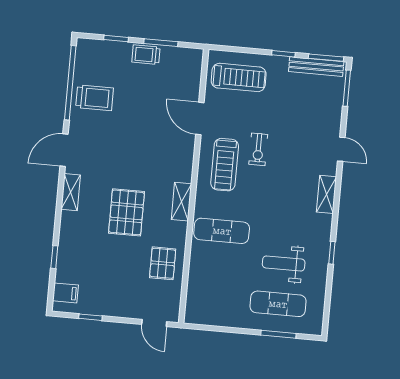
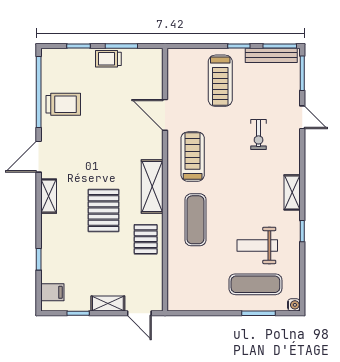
treadmill: (239, 77) -> (220, 81), moved, turned 90
exercise bike: (258, 149) -> (259, 135), moved
door: (341, 149) -> (302, 117), moved
treadmill: (225, 165) -> (193, 157), turned 180
shelving: (326, 194) -> (292, 192), moved
shelving: (181, 202) -> (152, 187), width x1.50, depth x1.33
exercise mat: (222, 231) -> (195, 220), turned 90
pallet: (163, 263) -> (146, 239), moved
shelving: (122, 310) -> (108, 304), added
water cooler: (316, 329) -> (294, 305), added

